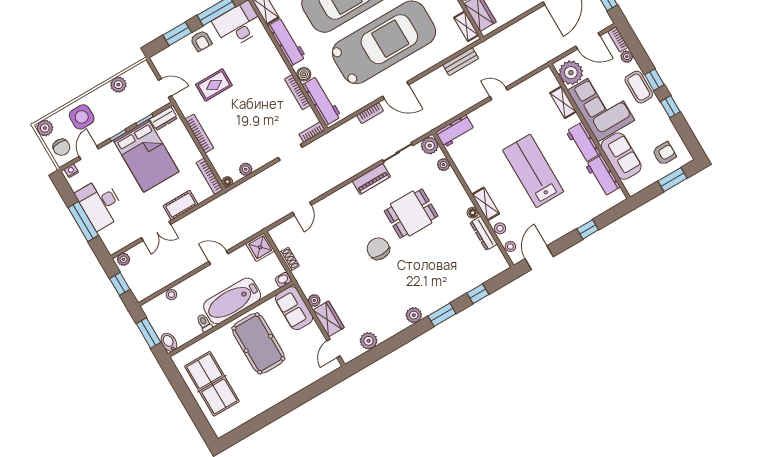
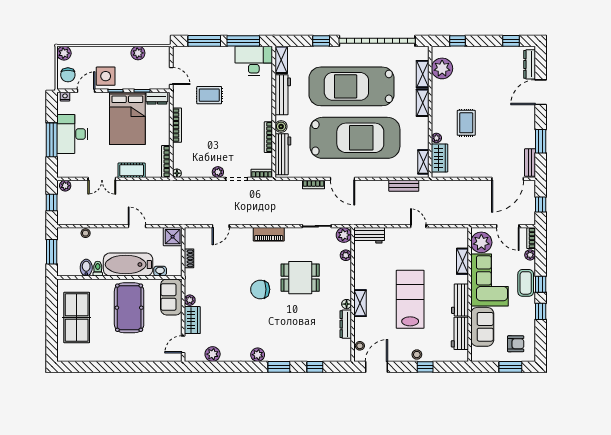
window: (177, 34) -> (204, 41), width x1.44
armchair: (201, 41) -> (219, 57), removed
side table: (82, 117) -> (106, 76), moved
plant: (246, 169) -> (218, 172), moved
piano: (371, 179) -> (269, 234), moved
stool: (500, 228) -> (417, 355), moved
chair: (378, 249) -> (260, 289), turned -90
washbasin: (283, 280) -> (160, 271), moved
bidet: (169, 342) -> (86, 268), moved

